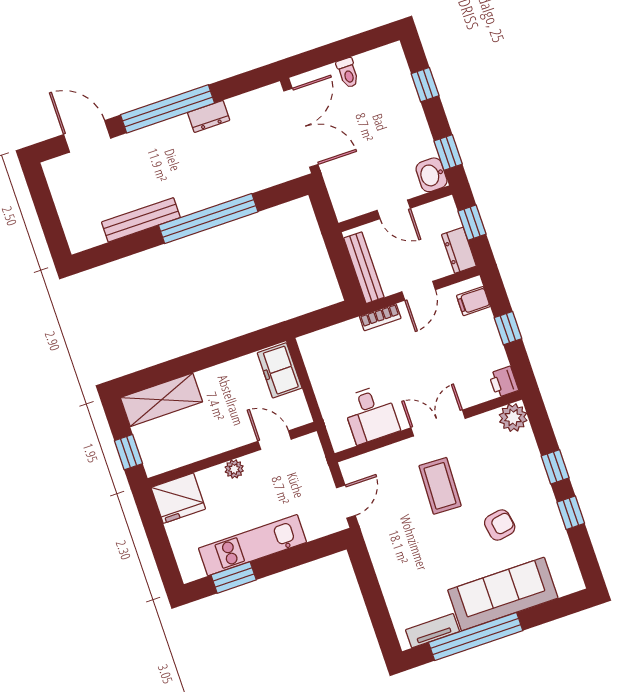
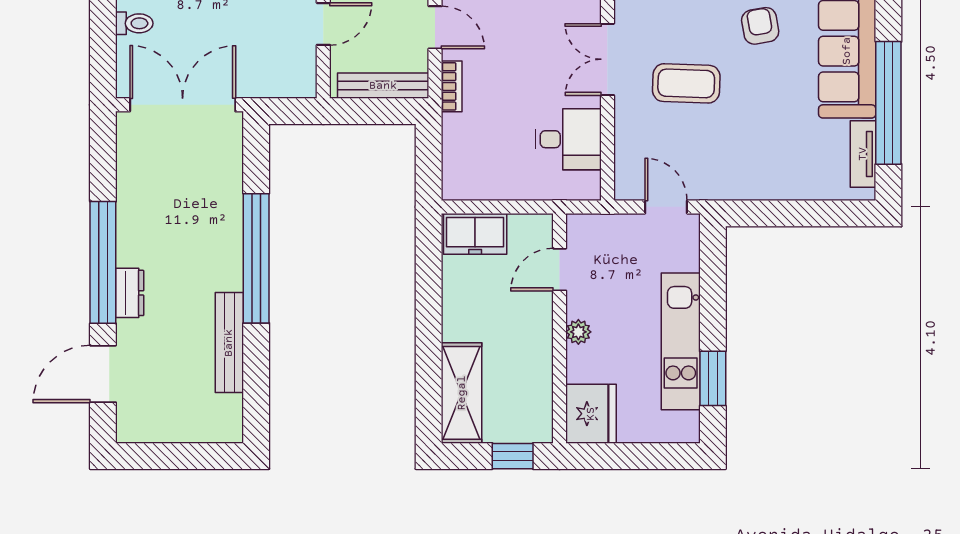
dresser: (209, 116) -> (130, 293), moved

